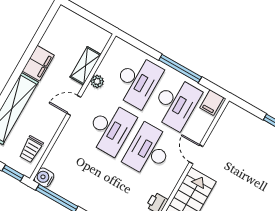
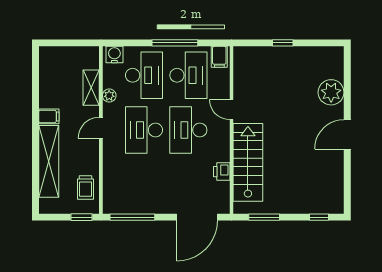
filing cabinet: (38, 63) -> (49, 116), width x0.50
desk: (110, 129) -> (144, 130), turned 180
water cooler: (44, 177) -> (114, 55), moved, turned 90

